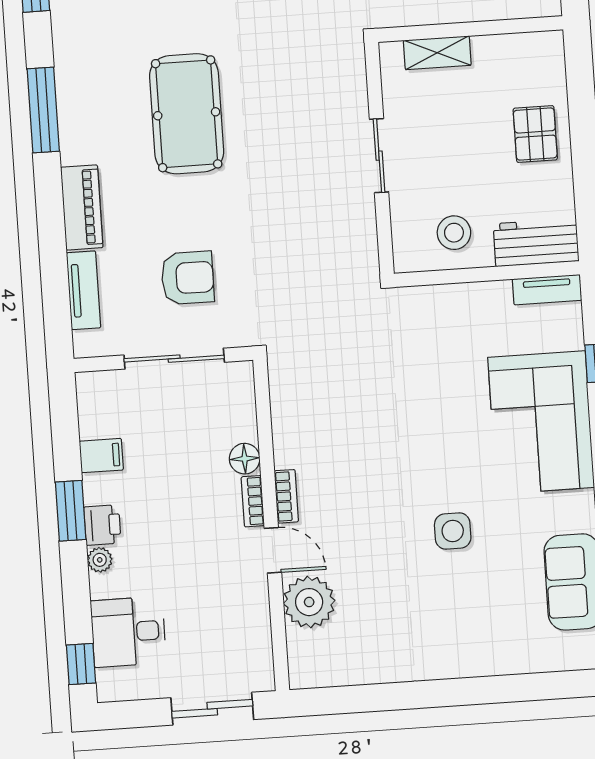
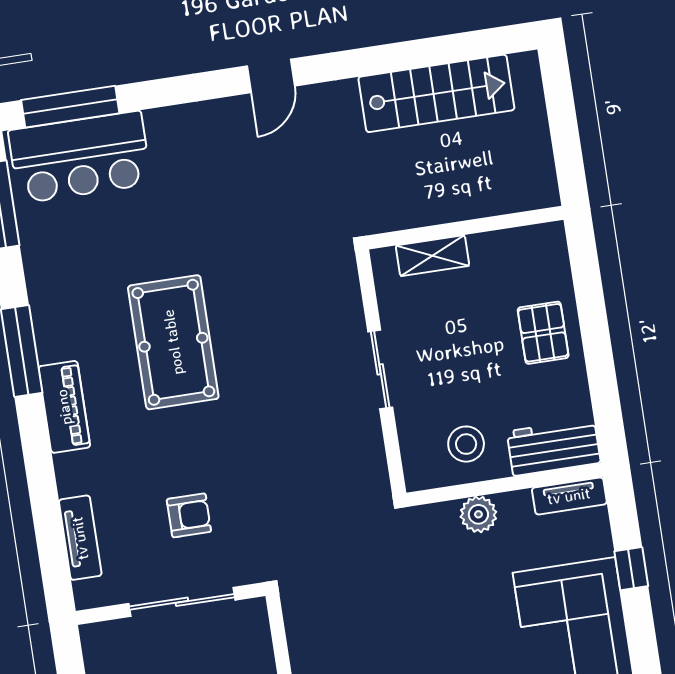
piano: (82, 207) -> (64, 407), moved
armchair: (188, 278) -> (189, 515), width x0.72, depth x0.72
plant: (460, 300) -> (478, 514), added

